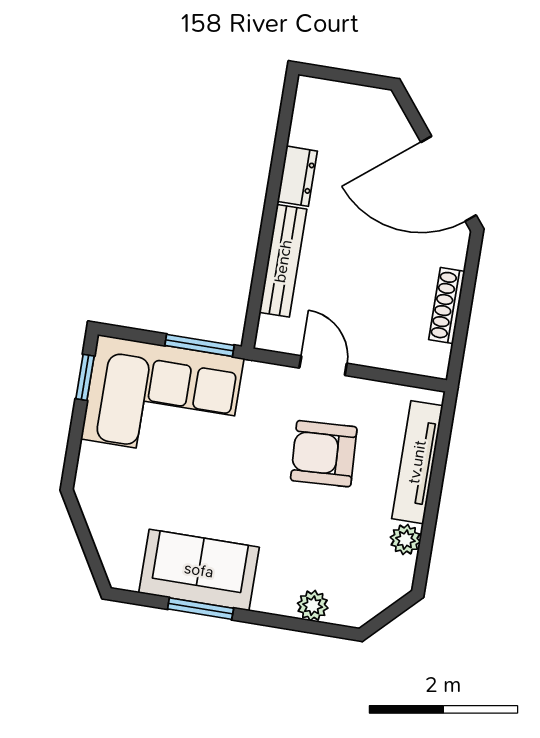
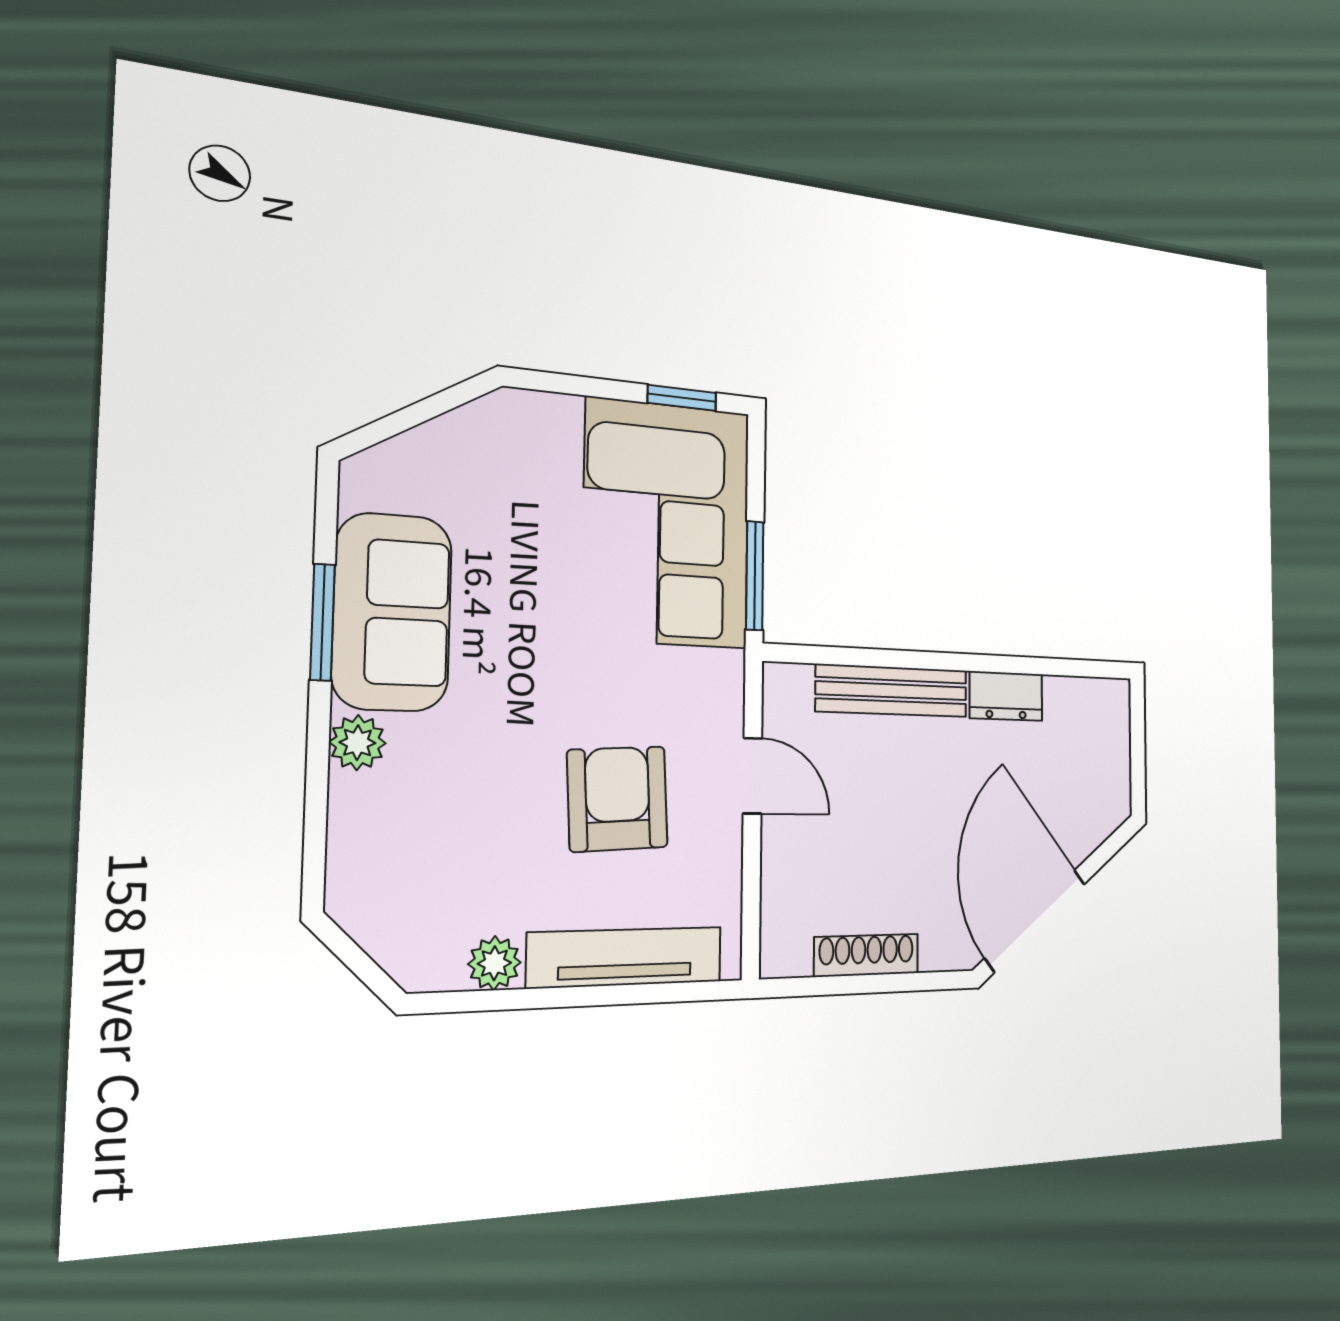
door: (323, 366) -> (753, 776), hinge flipped
plant: (313, 606) -> (357, 743), moved

